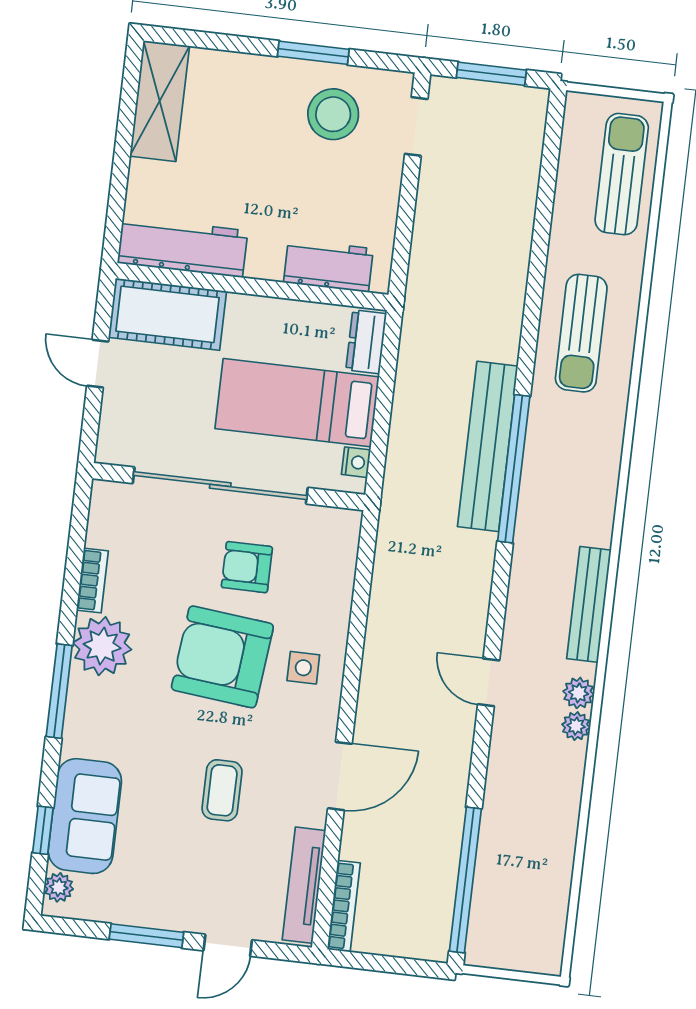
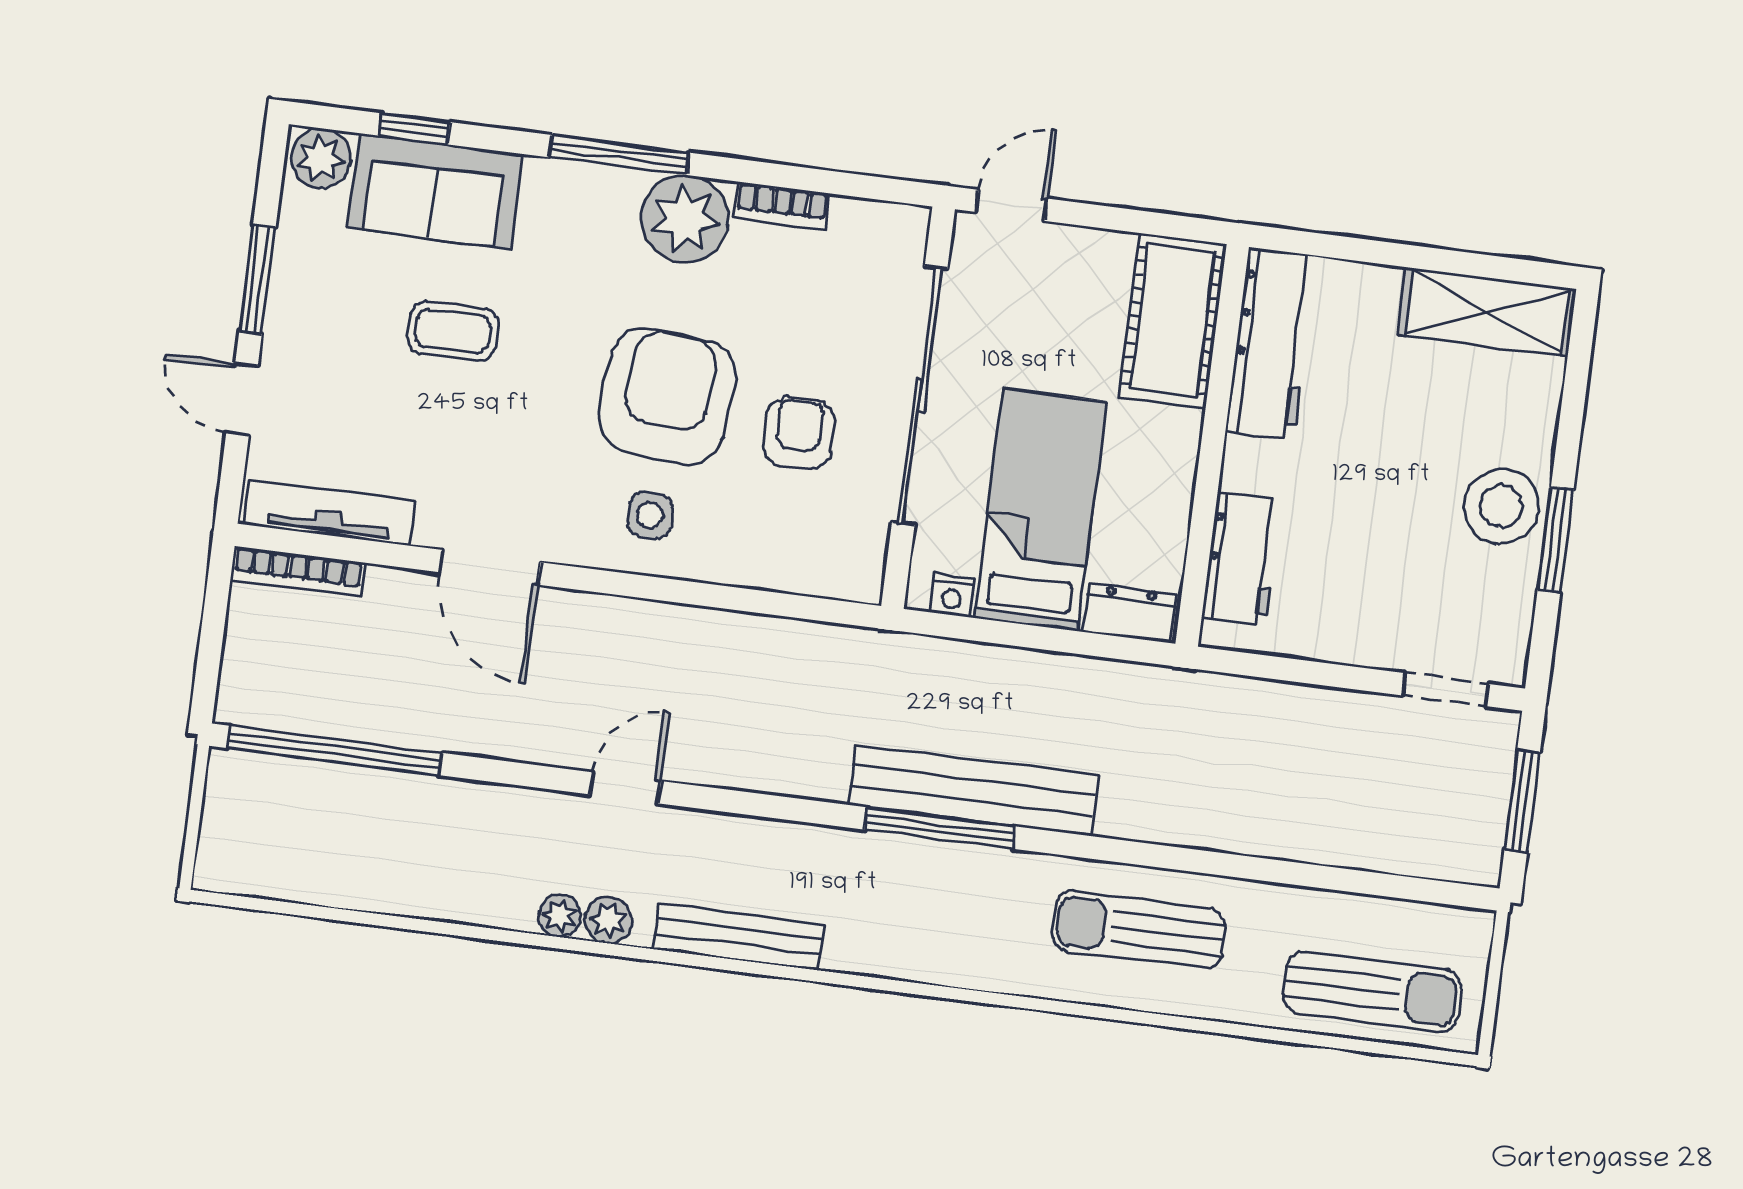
stool: (333, 114) -> (1501, 506), moved
door: (98, 364) -> (1012, 205), moved
window: (514, 469) -> (940, 828), width x0.68
coffee table: (222, 790) -> (453, 331), moved
plant: (59, 887) -> (321, 158), width x1.38, depth x1.38

